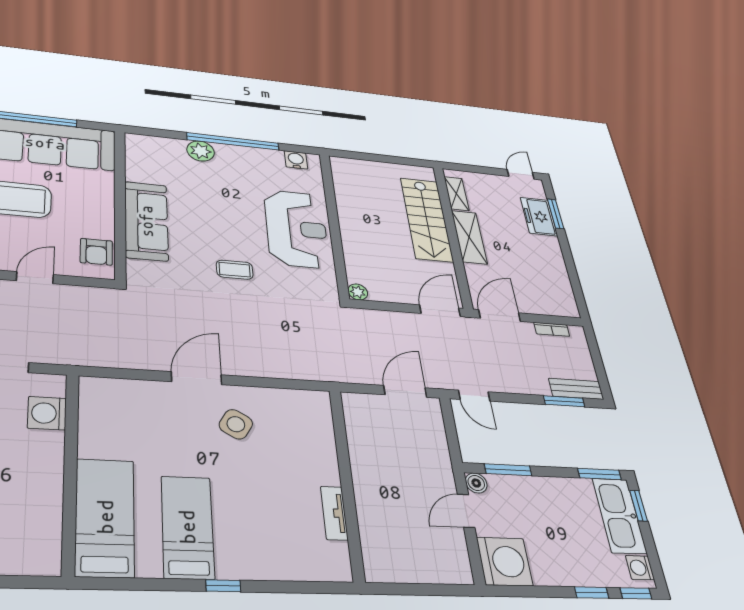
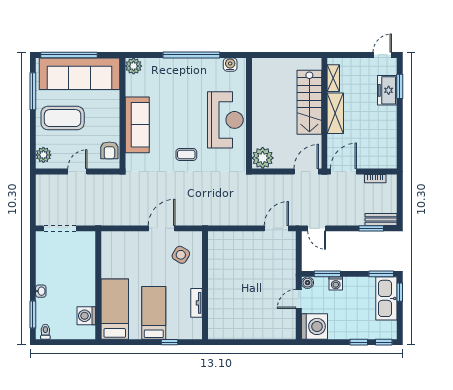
plant: (201, 151) -> (134, 66), moved
plant: (358, 292) -> (263, 158), width x1.88, depth x1.88
washing machine: (47, 413) -> (86, 316), moved
wall: (346, 482) -> (205, 285), moved
tv unit: (334, 513) -> (197, 303), moved
washing machine: (640, 568) -> (336, 283), moved, turned -90

